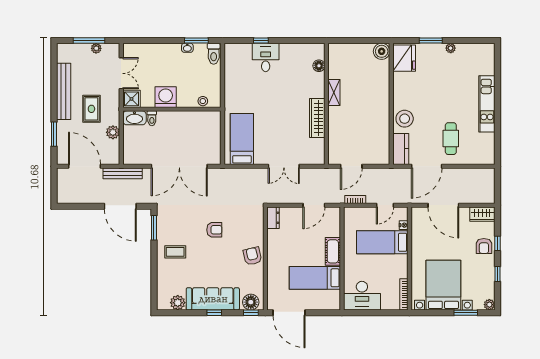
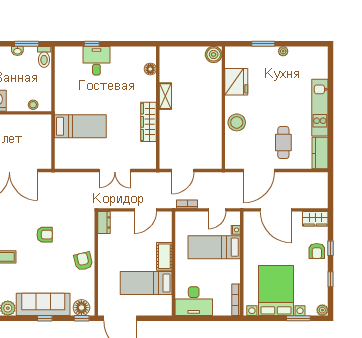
fridge: (404, 58) -> (236, 82), moved
bed: (242, 139) -> (80, 126), moved, turned 90
kitchen counter: (401, 149) -> (320, 153), moved, turned 180

